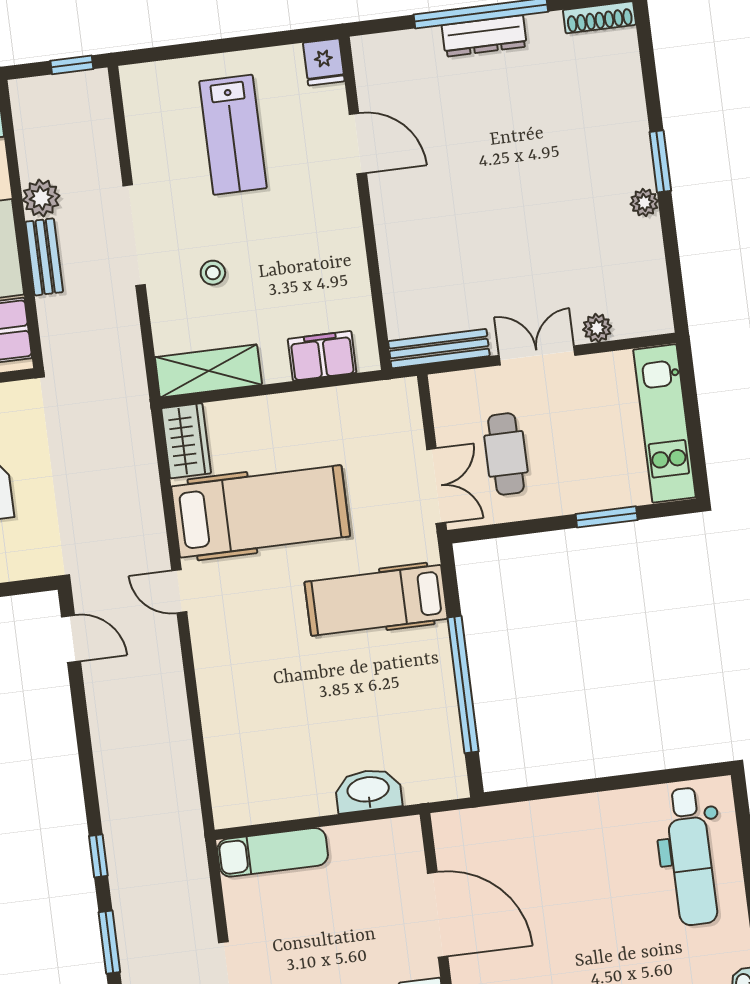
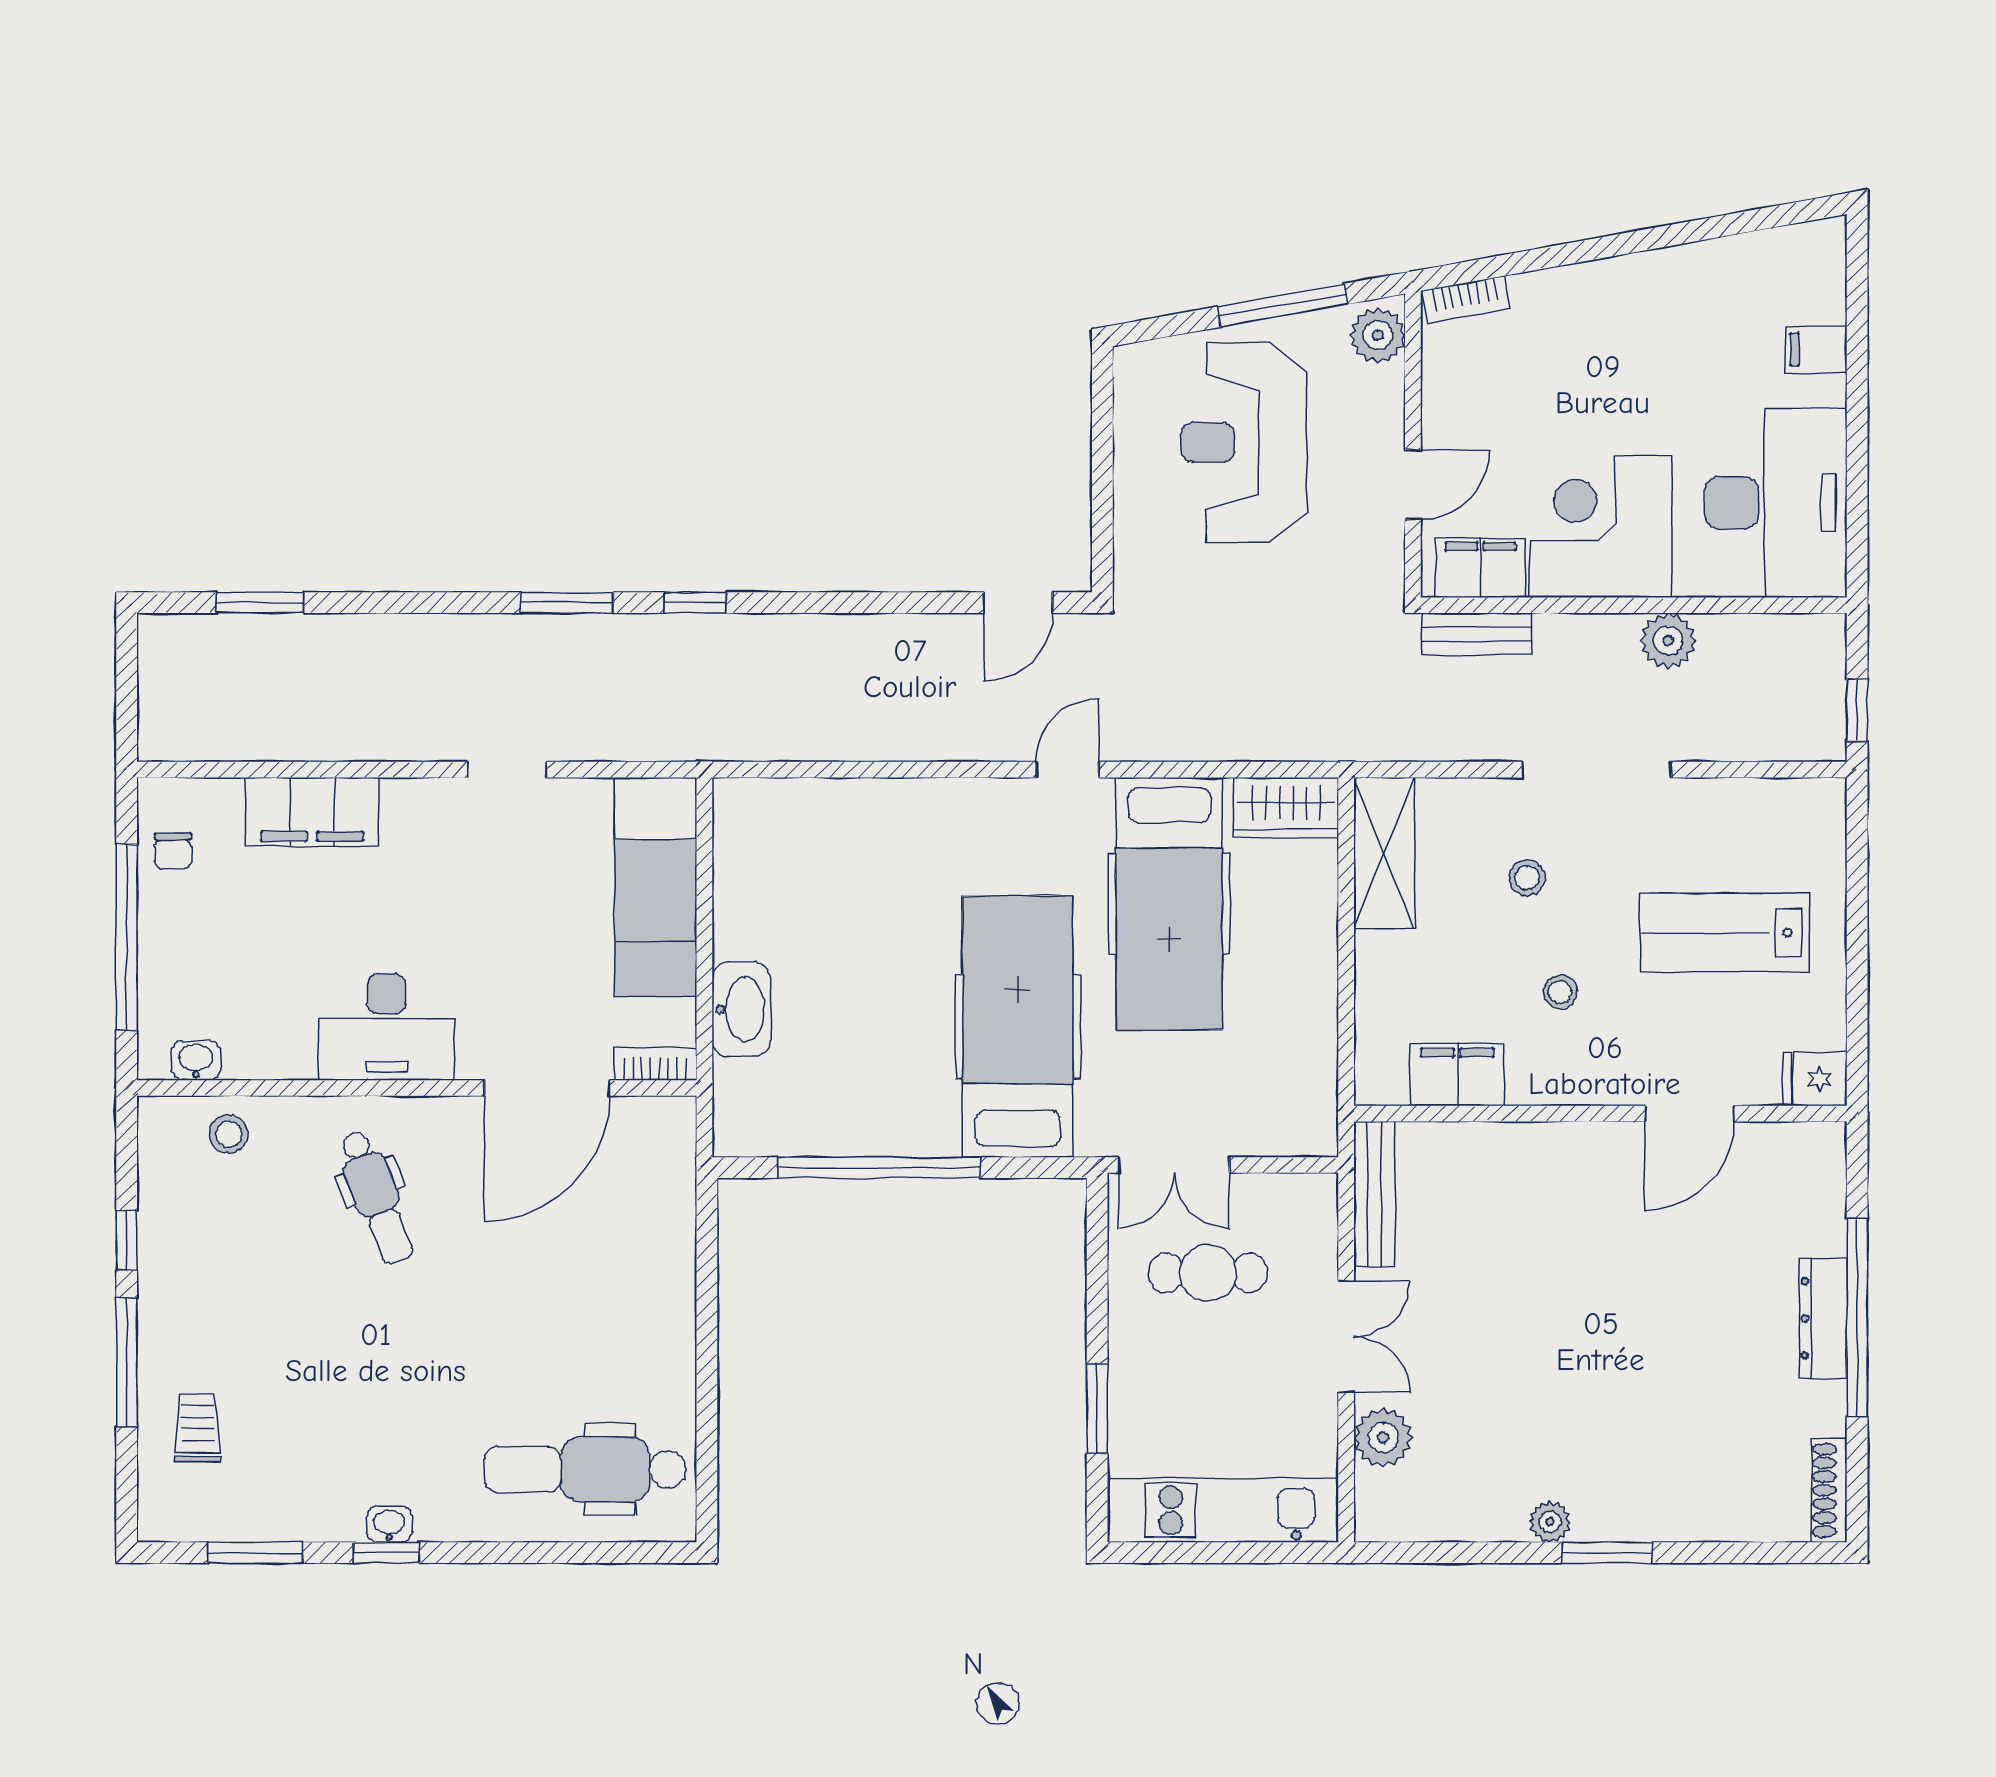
stool: (287, 241) -> (1560, 992), added
bench: (44, 257) -> (1477, 634), moved
plant: (597, 328) -> (1383, 1437), width x1.38, depth x1.38
filing cabinet: (322, 356) -> (1457, 1075), moved, turned -90
hospital bed: (376, 600) -> (1018, 1027), width x1.37, depth x1.29
bookcase: (412, 844) -> (655, 1064), added
exam couch: (273, 852) -> (656, 887), width x1.36, depth x1.45

